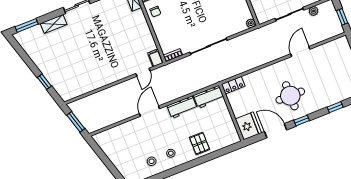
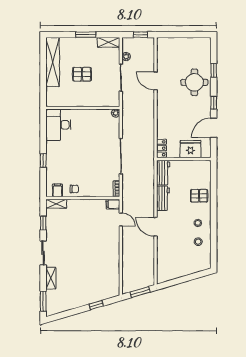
round table: (290, 96) -> (194, 82), moved
fridge: (248, 126) -> (190, 149), moved

